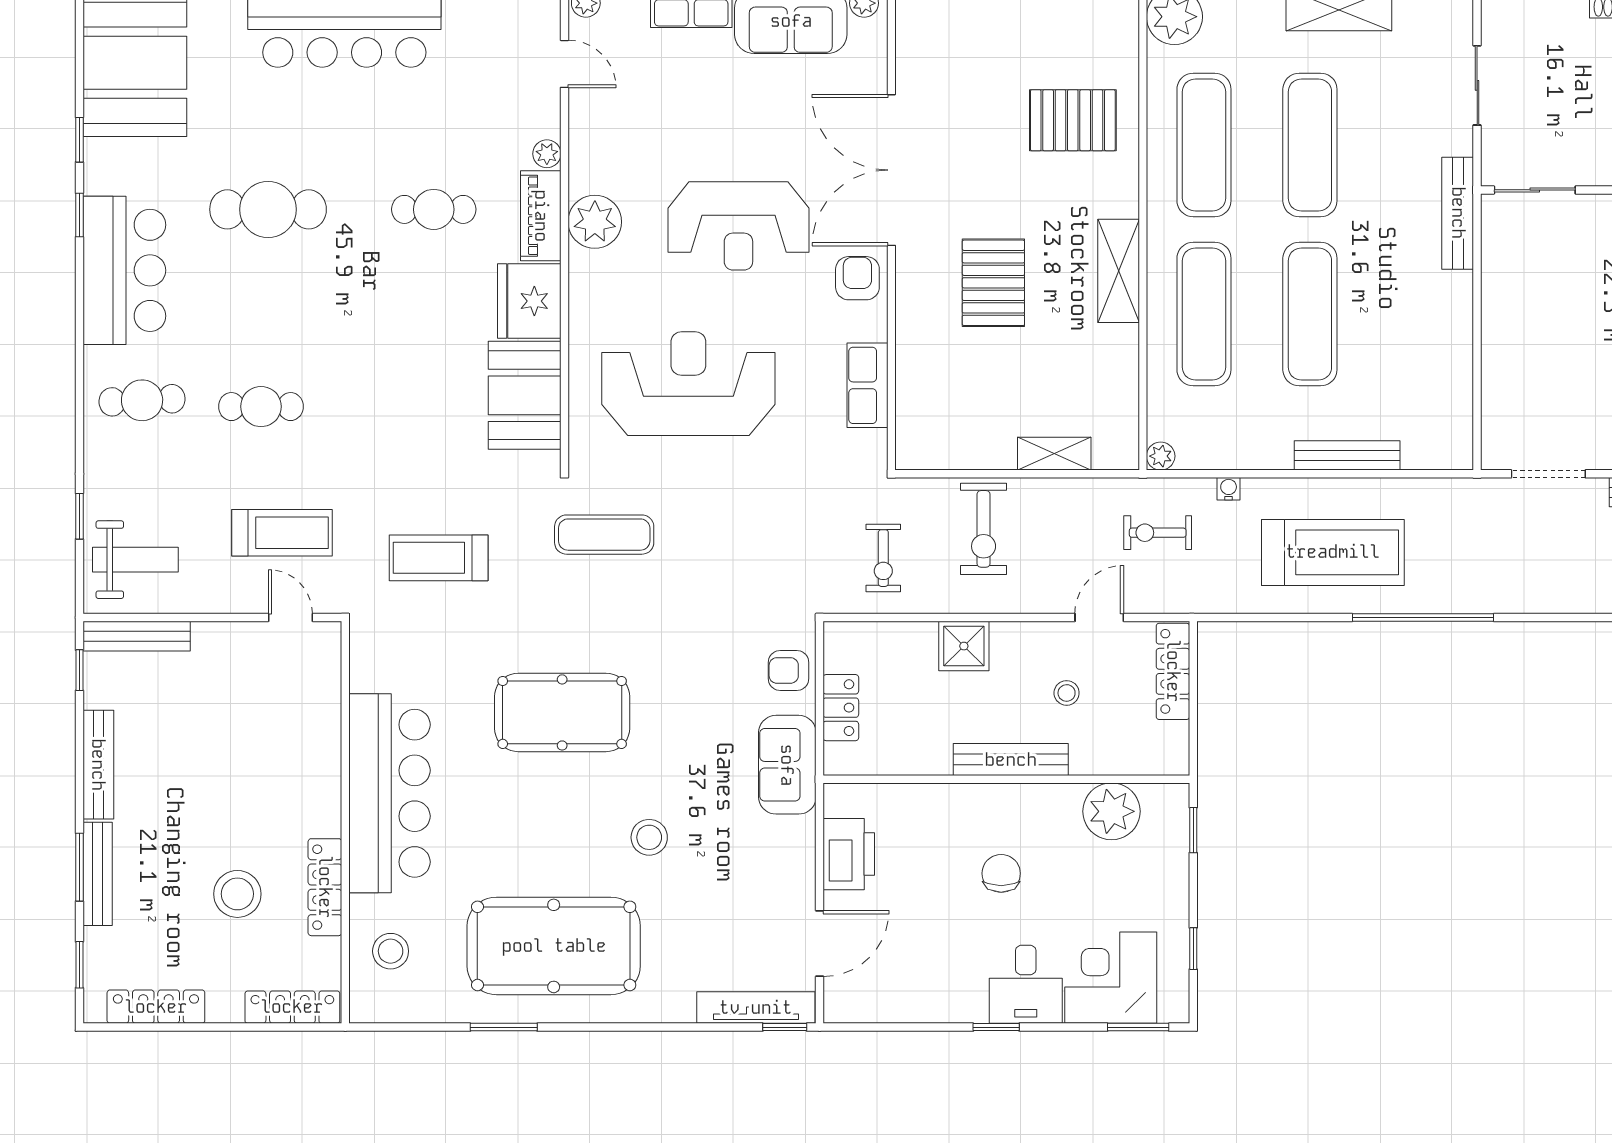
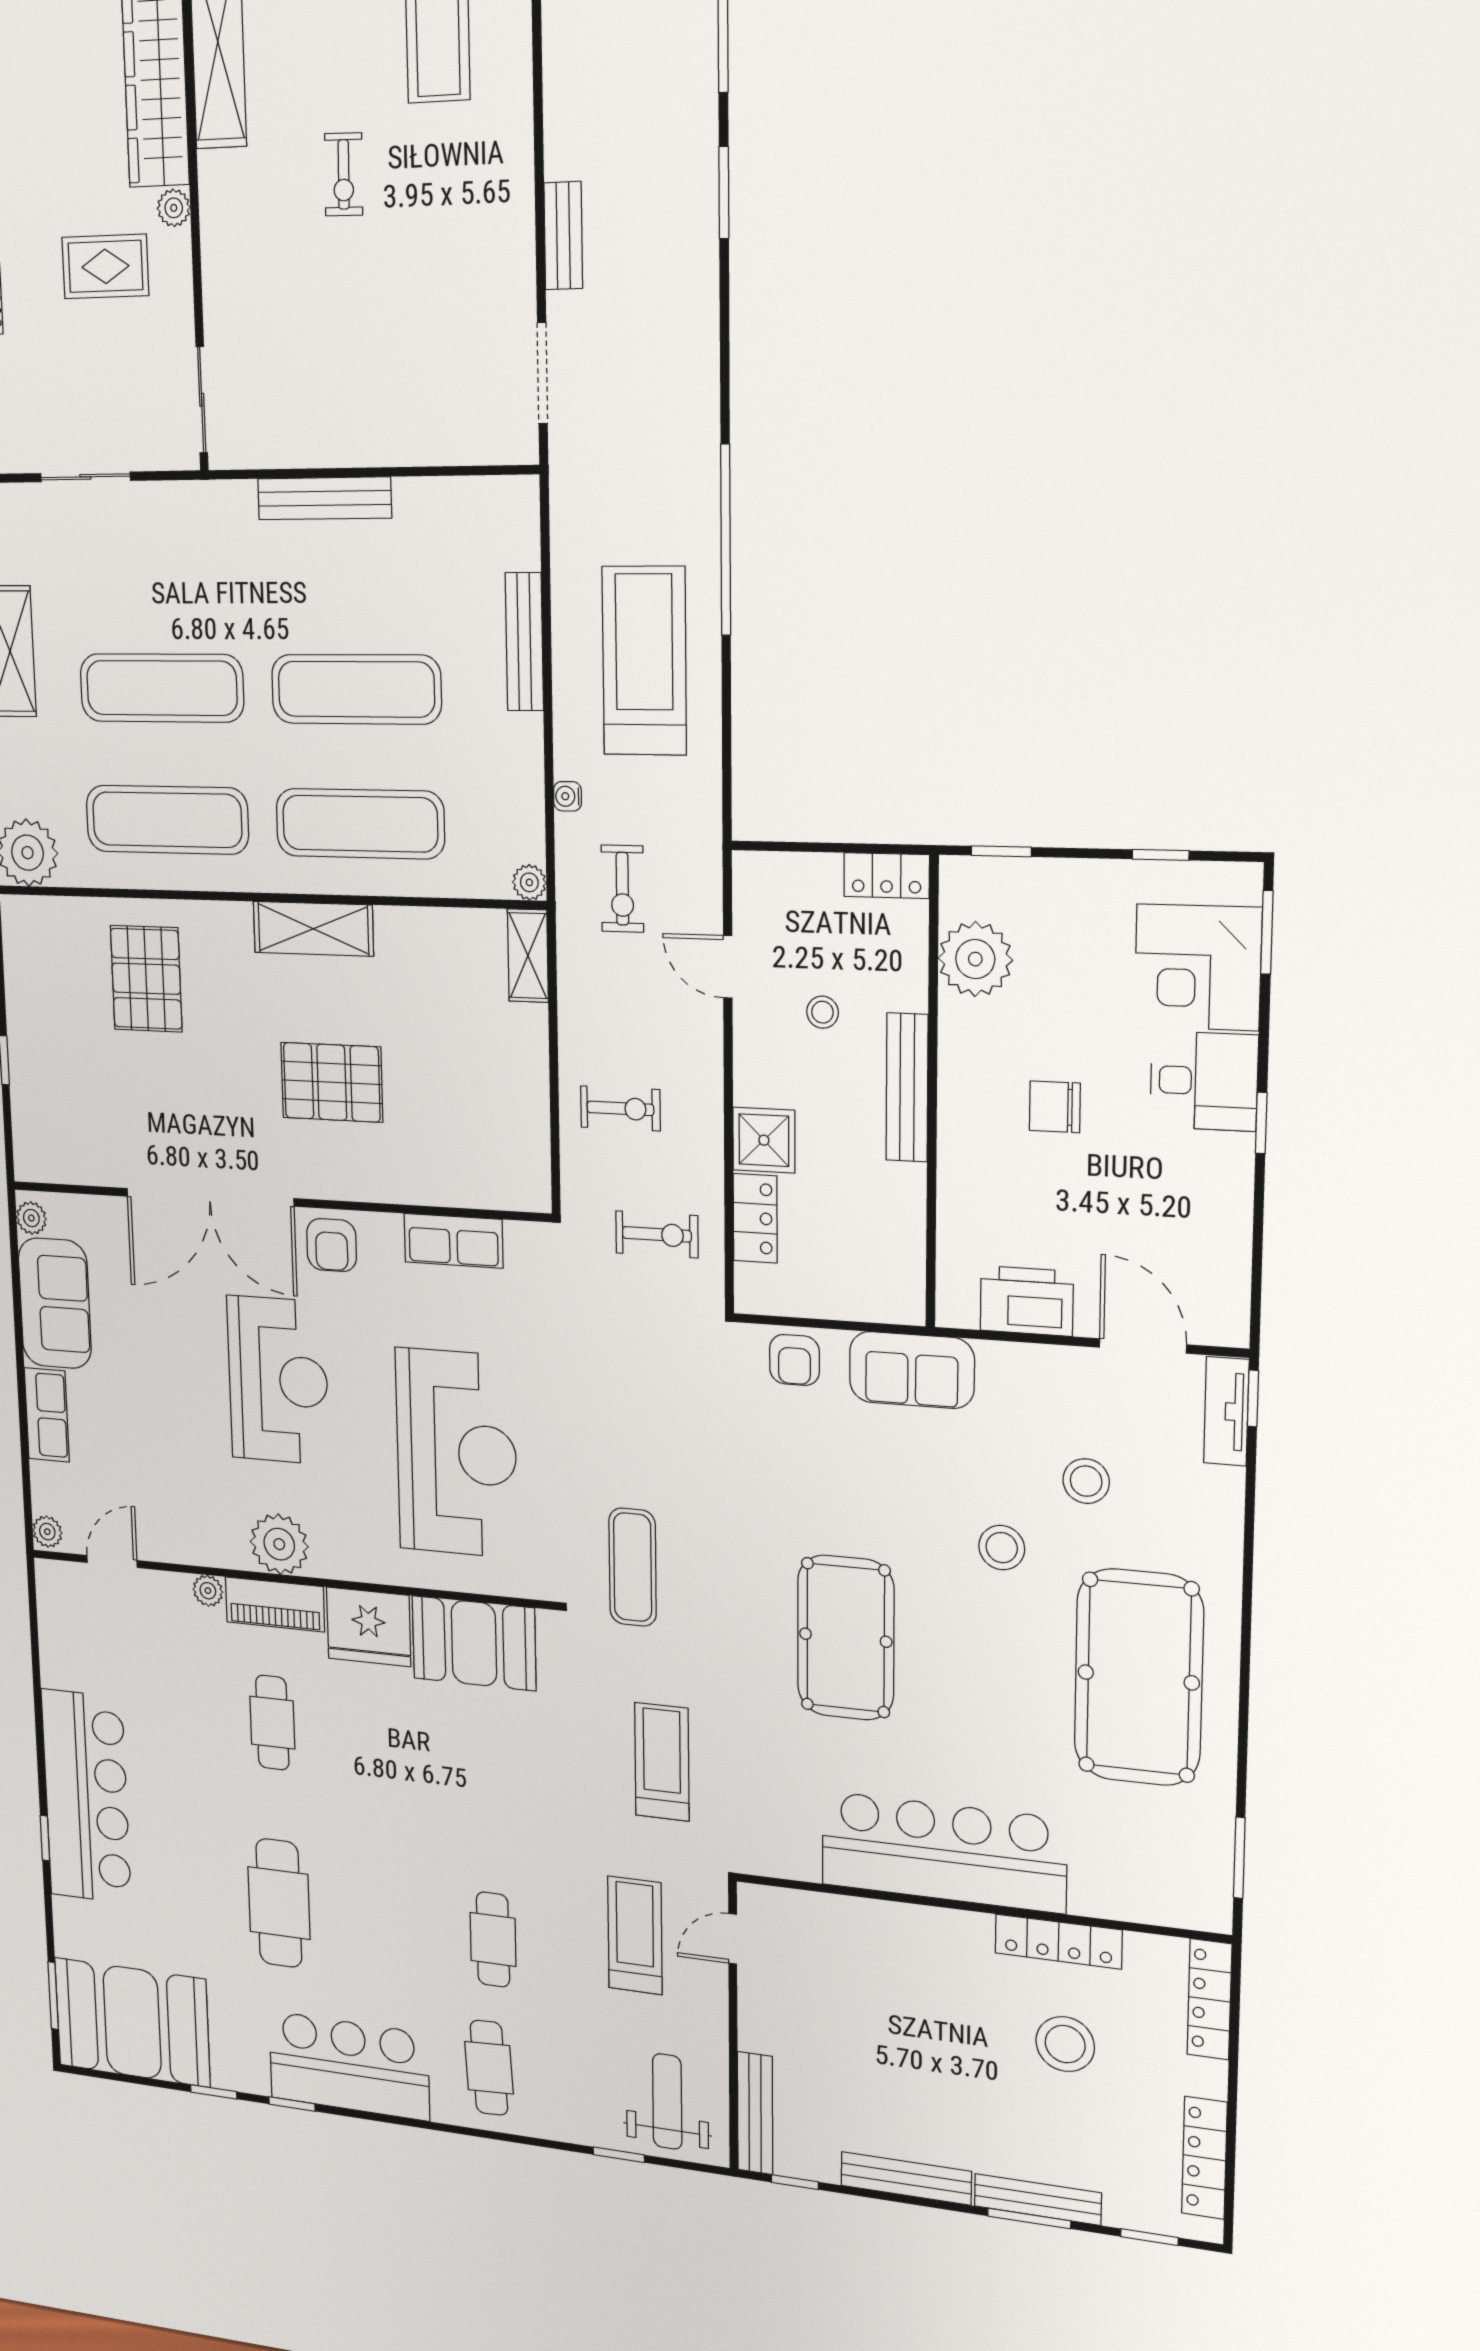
bench: (1458, 213) -> (324, 498), moved
armchair: (857, 278) -> (332, 1245), turned -90
reception desk: (688, 384) -> (456, 1453), turned 180
shelving: (1054, 454) -> (528, 956), moved
exercise bike: (984, 529) -> (620, 1108), width x0.73, depth x0.72
treadmill: (439, 558) -> (662, 1762), turned 180
locker: (1173, 671) -> (887, 876), moved, width x0.66
locker: (841, 708) -> (755, 1218), moved, turned 90
stool: (391, 951) -> (1086, 1481), moved
tv unit: (756, 1008) -> (1226, 1411), width x0.71
window: (504, 1027) -> (1239, 1858), moved

